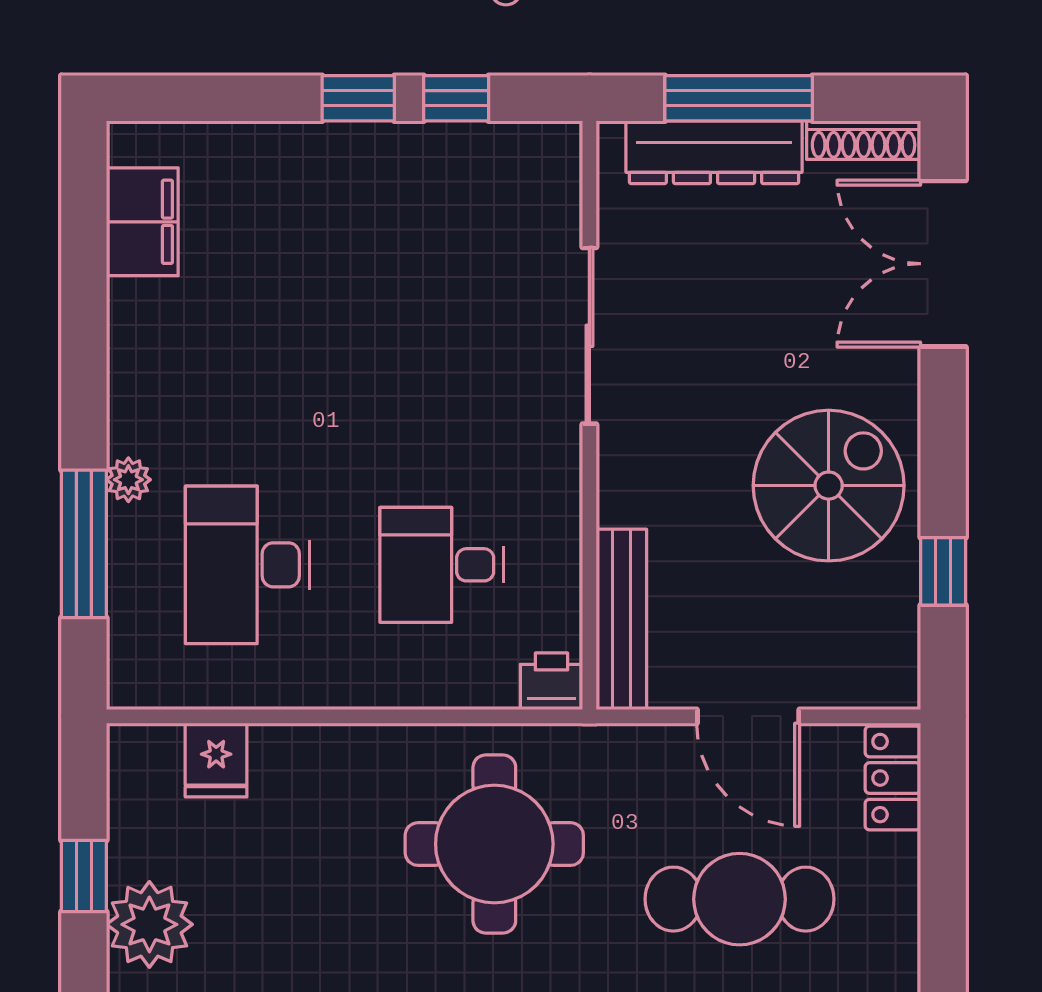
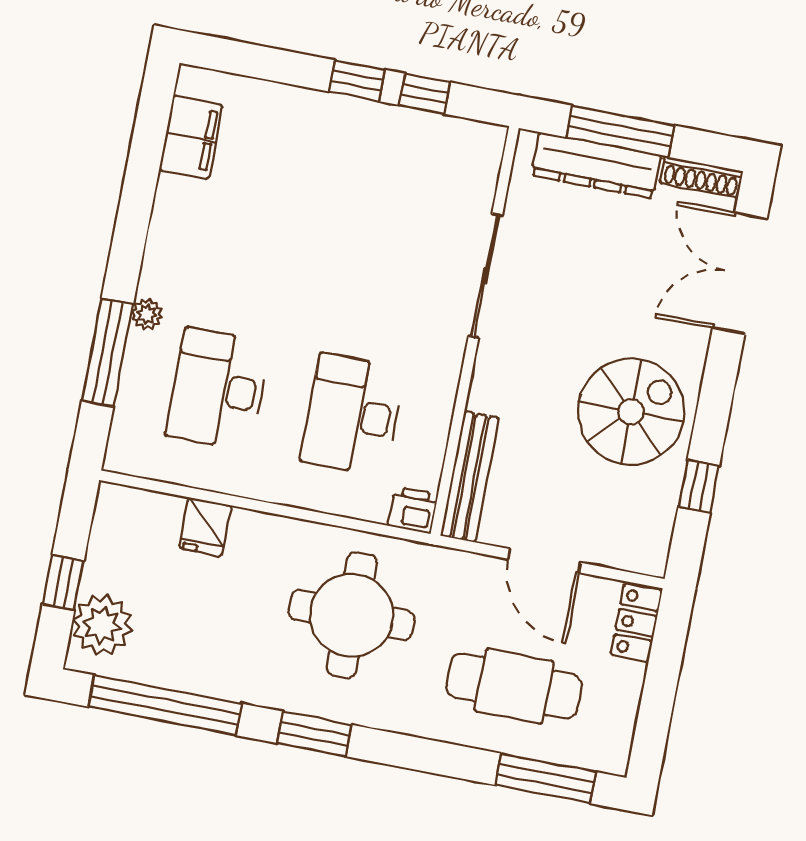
desk: (442, 565) -> (352, 415), width x1.37
fridge: (216, 760) -> (205, 527), moved

